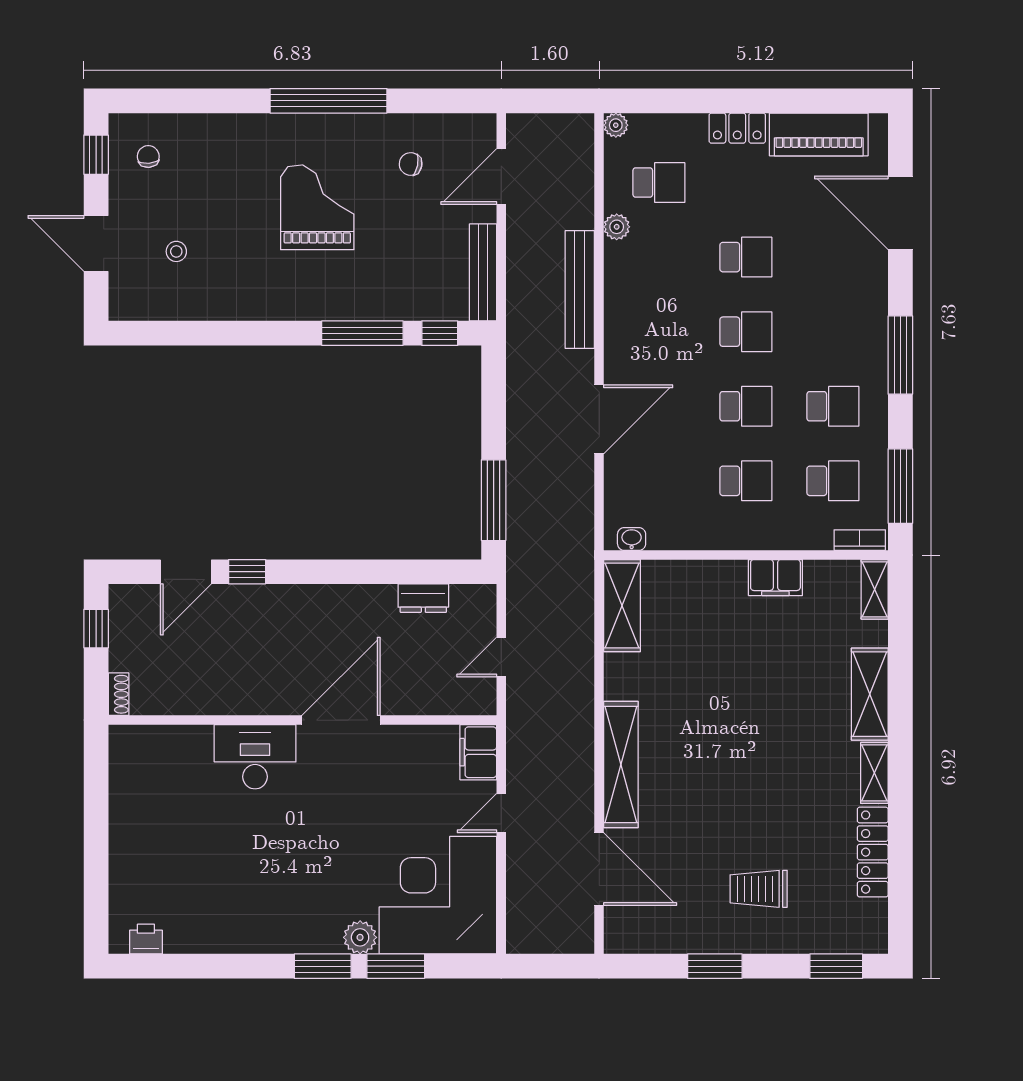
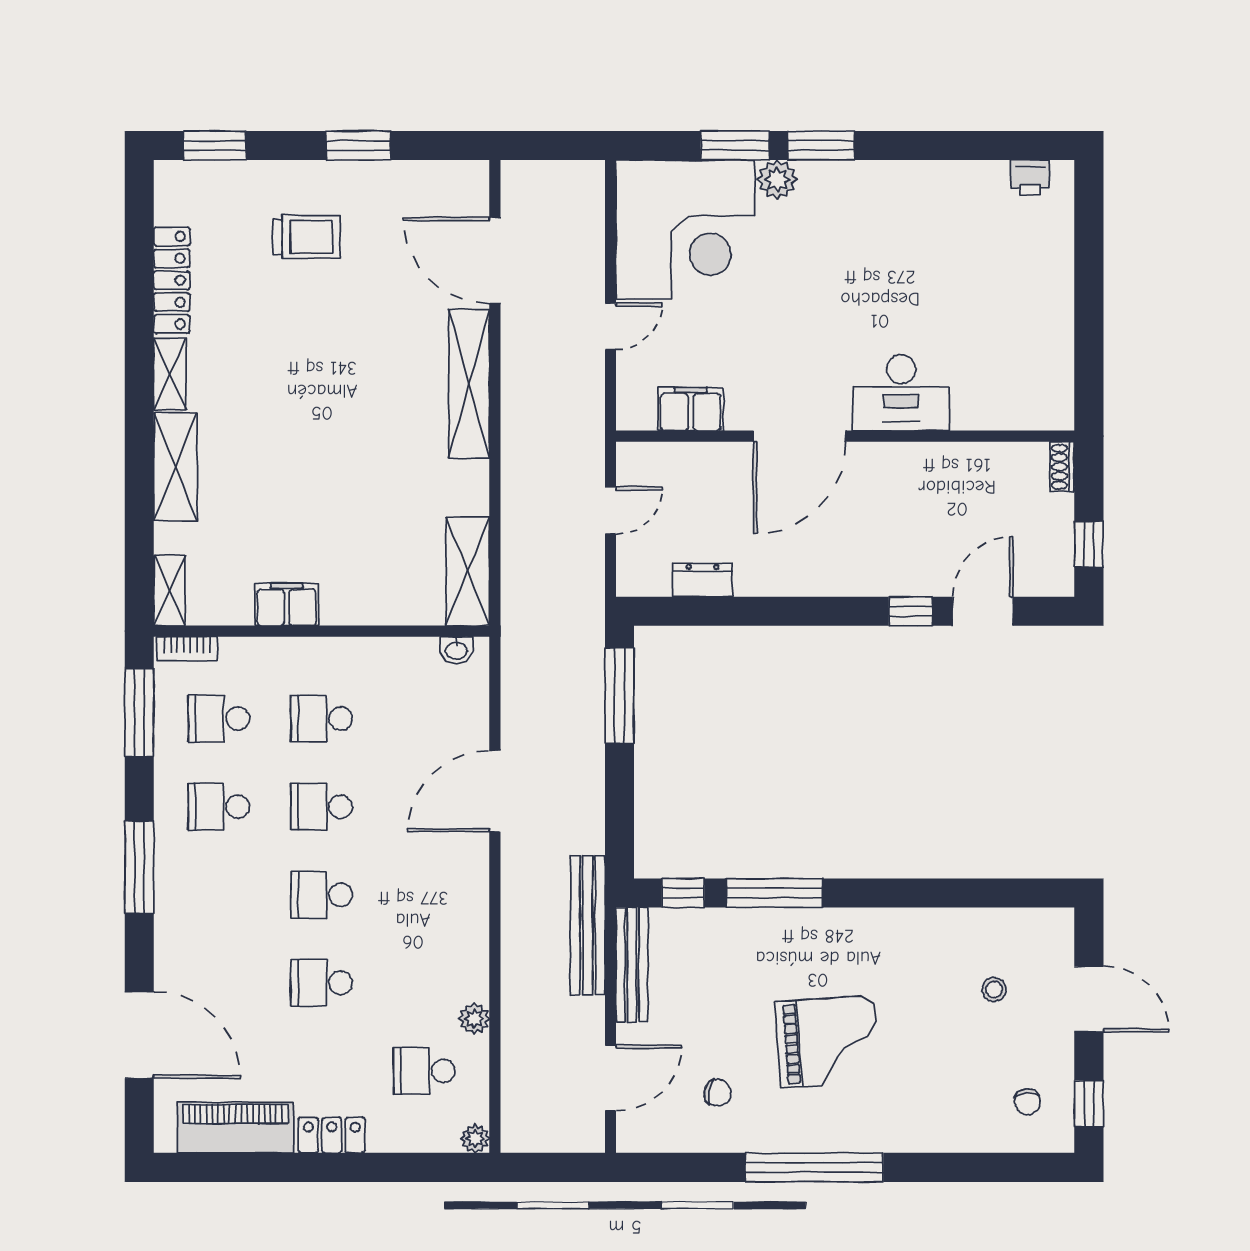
grand piano: (317, 207) -> (828, 1042), turned -94
bench: (580, 289) -> (588, 925), moved
filing cabinet: (478, 752) -> (691, 409), moved, turned -90

